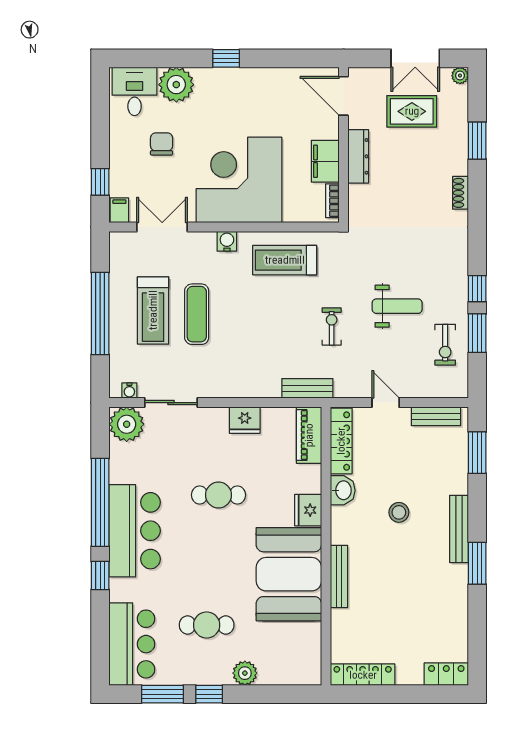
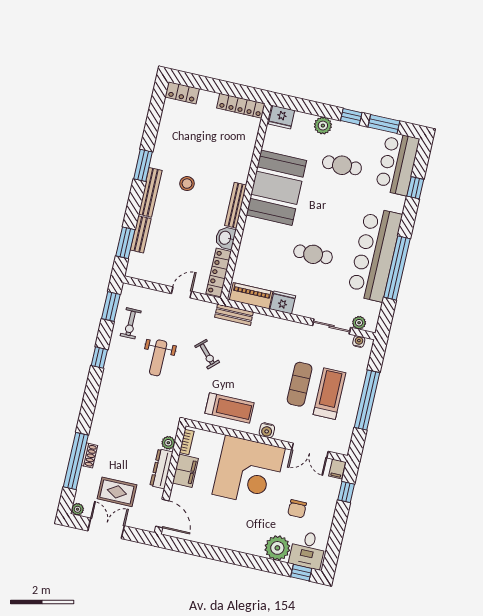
window: (226, 58) -> (301, 573), moved
window: (477, 141) -> (76, 461), width x2.11
shoe rack: (461, 193) -> (89, 455), moved
plant: (357, 194) -> (168, 443), added
weight bench: (397, 306) -> (158, 358), turned -90
exercise bike: (332, 327) -> (207, 354), turned -43
window: (477, 333) -> (111, 307), moved
exercise bike: (445, 345) -> (131, 323), turned 180
door: (386, 403) -> (182, 292), swing flipped
bench: (436, 416) -> (141, 234), moved, turned 90
plant: (127, 424) -> (359, 323), width x0.53, depth x0.53
piano: (309, 435) -> (251, 296), moved, turned -90
fridge: (308, 510) -> (282, 117), moved, turned 90
stool: (399, 512) -> (187, 184), moved
bar counter: (135, 531) -> (375, 254), width x1.36
window: (100, 576) -> (415, 188), moved
bench: (339, 576) -> (236, 205), moved

